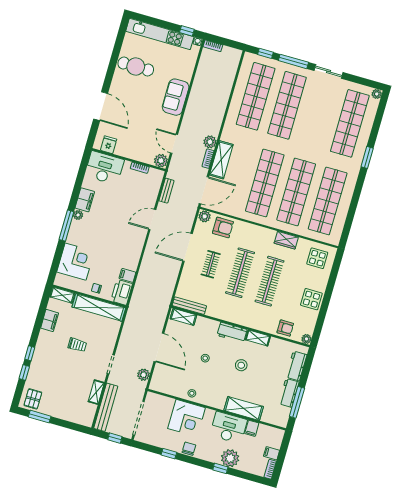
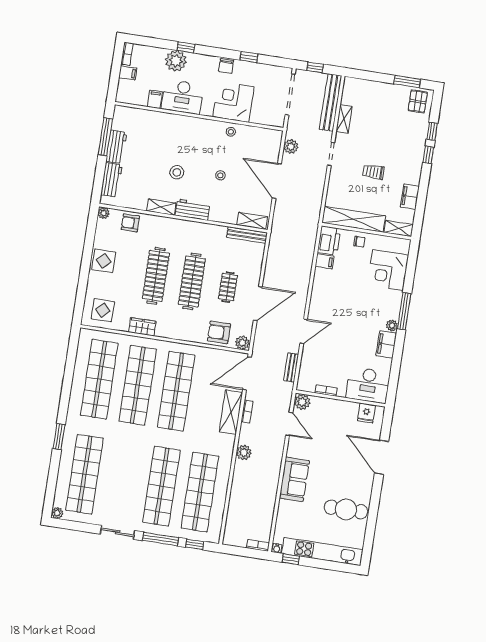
plant: (210, 142) -> (244, 452), moved
shelving: (244, 408) -> (167, 122), removed

